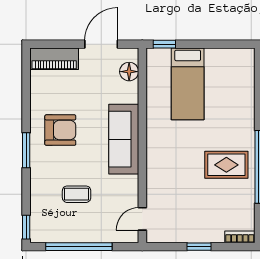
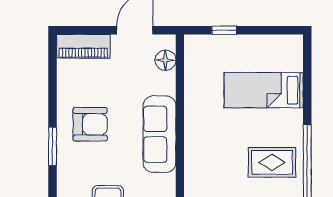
window: (164, 44) -> (224, 30), moved
bed: (188, 84) -> (264, 90), moved, turned 90

